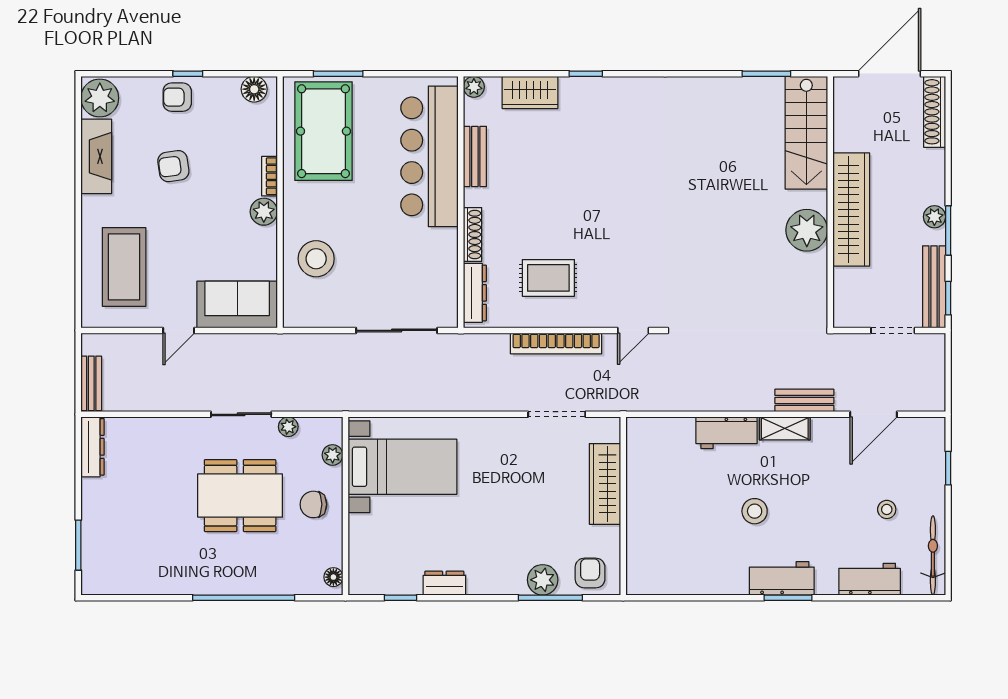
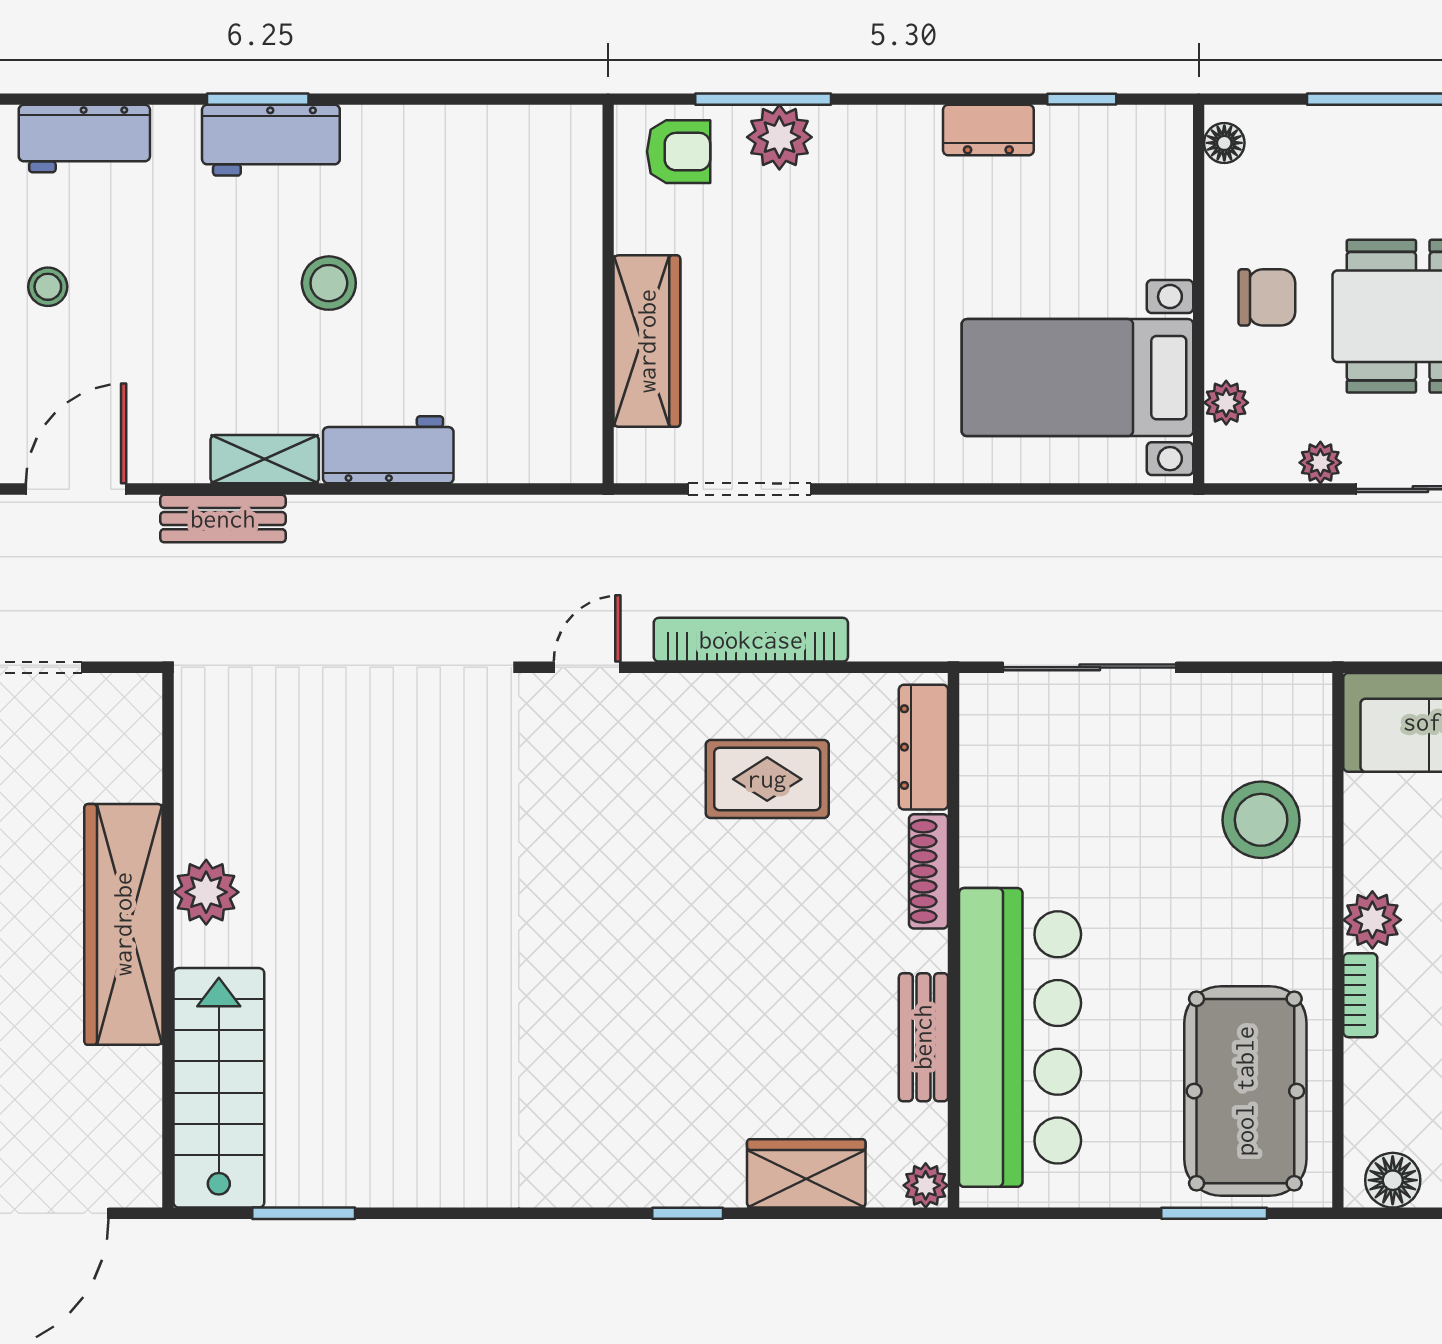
plant: (807, 230) -> (206, 892), width x0.73, depth x0.73
armchair: (590, 573) -> (679, 152), turned -90

